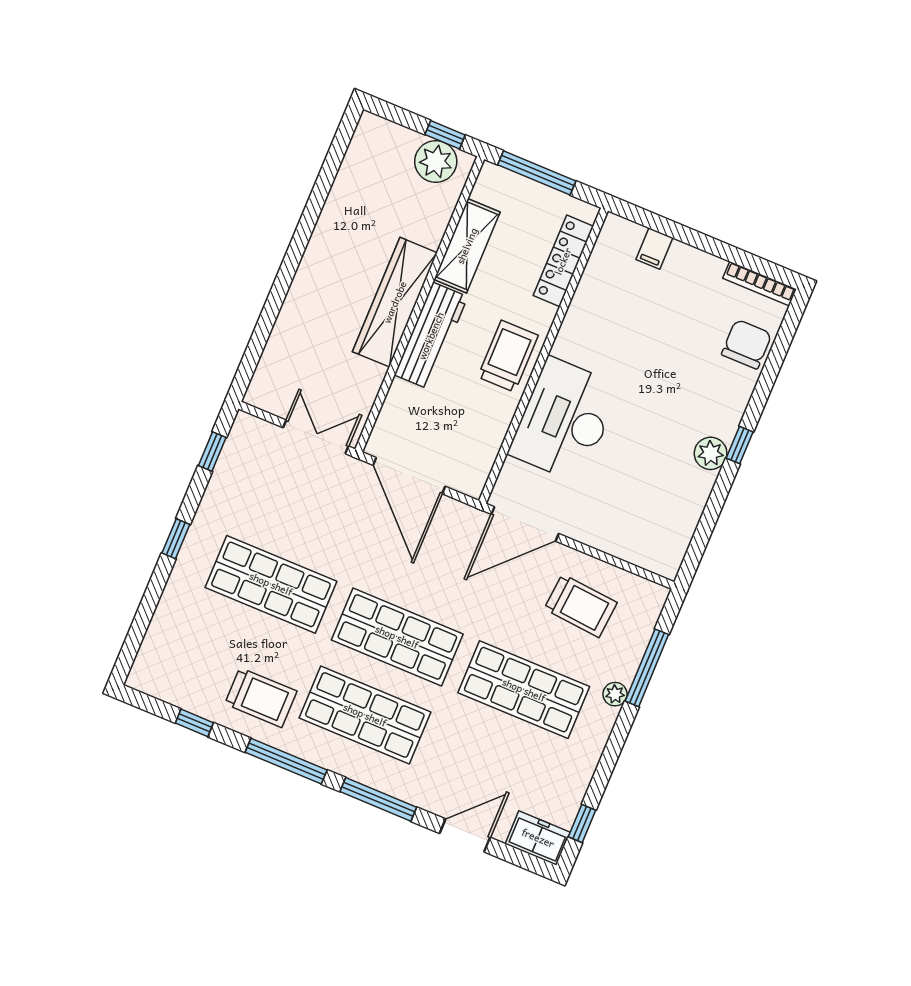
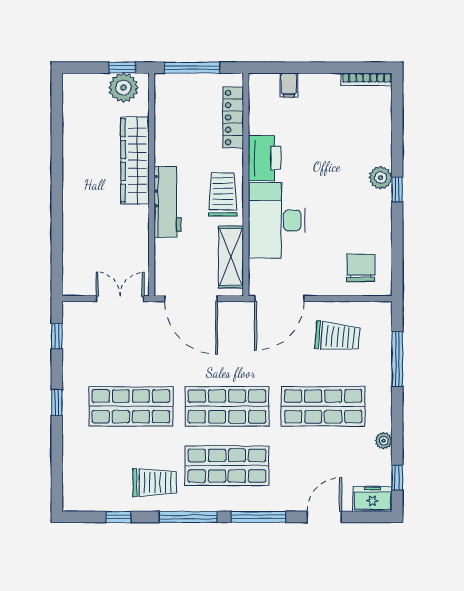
shelving: (467, 246) -> (231, 257), moved
wardrobe: (395, 302) -> (135, 160), moved
printer: (583, 331) -> (265, 158), added
chair: (747, 344) -> (361, 268), moved
plant: (711, 453) -> (381, 178), moved
plant: (615, 694) -> (384, 441), moved

